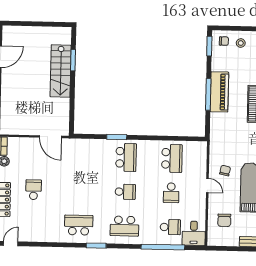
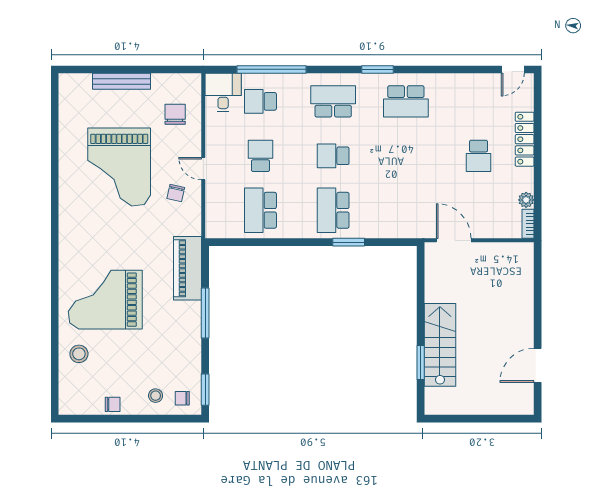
piano: (219, 92) -> (188, 268), moved

